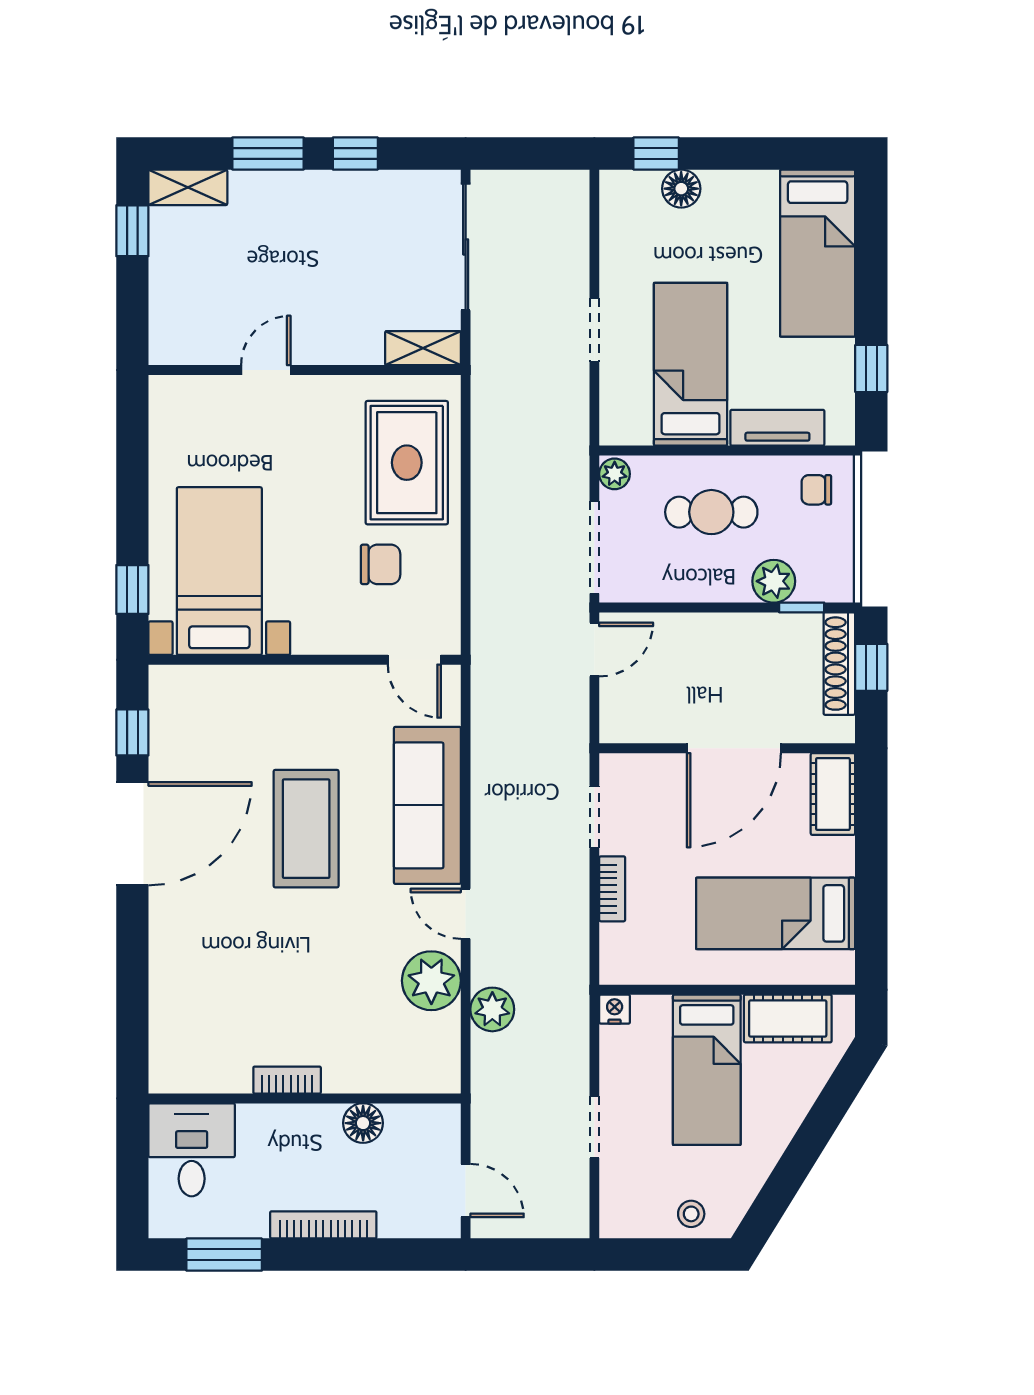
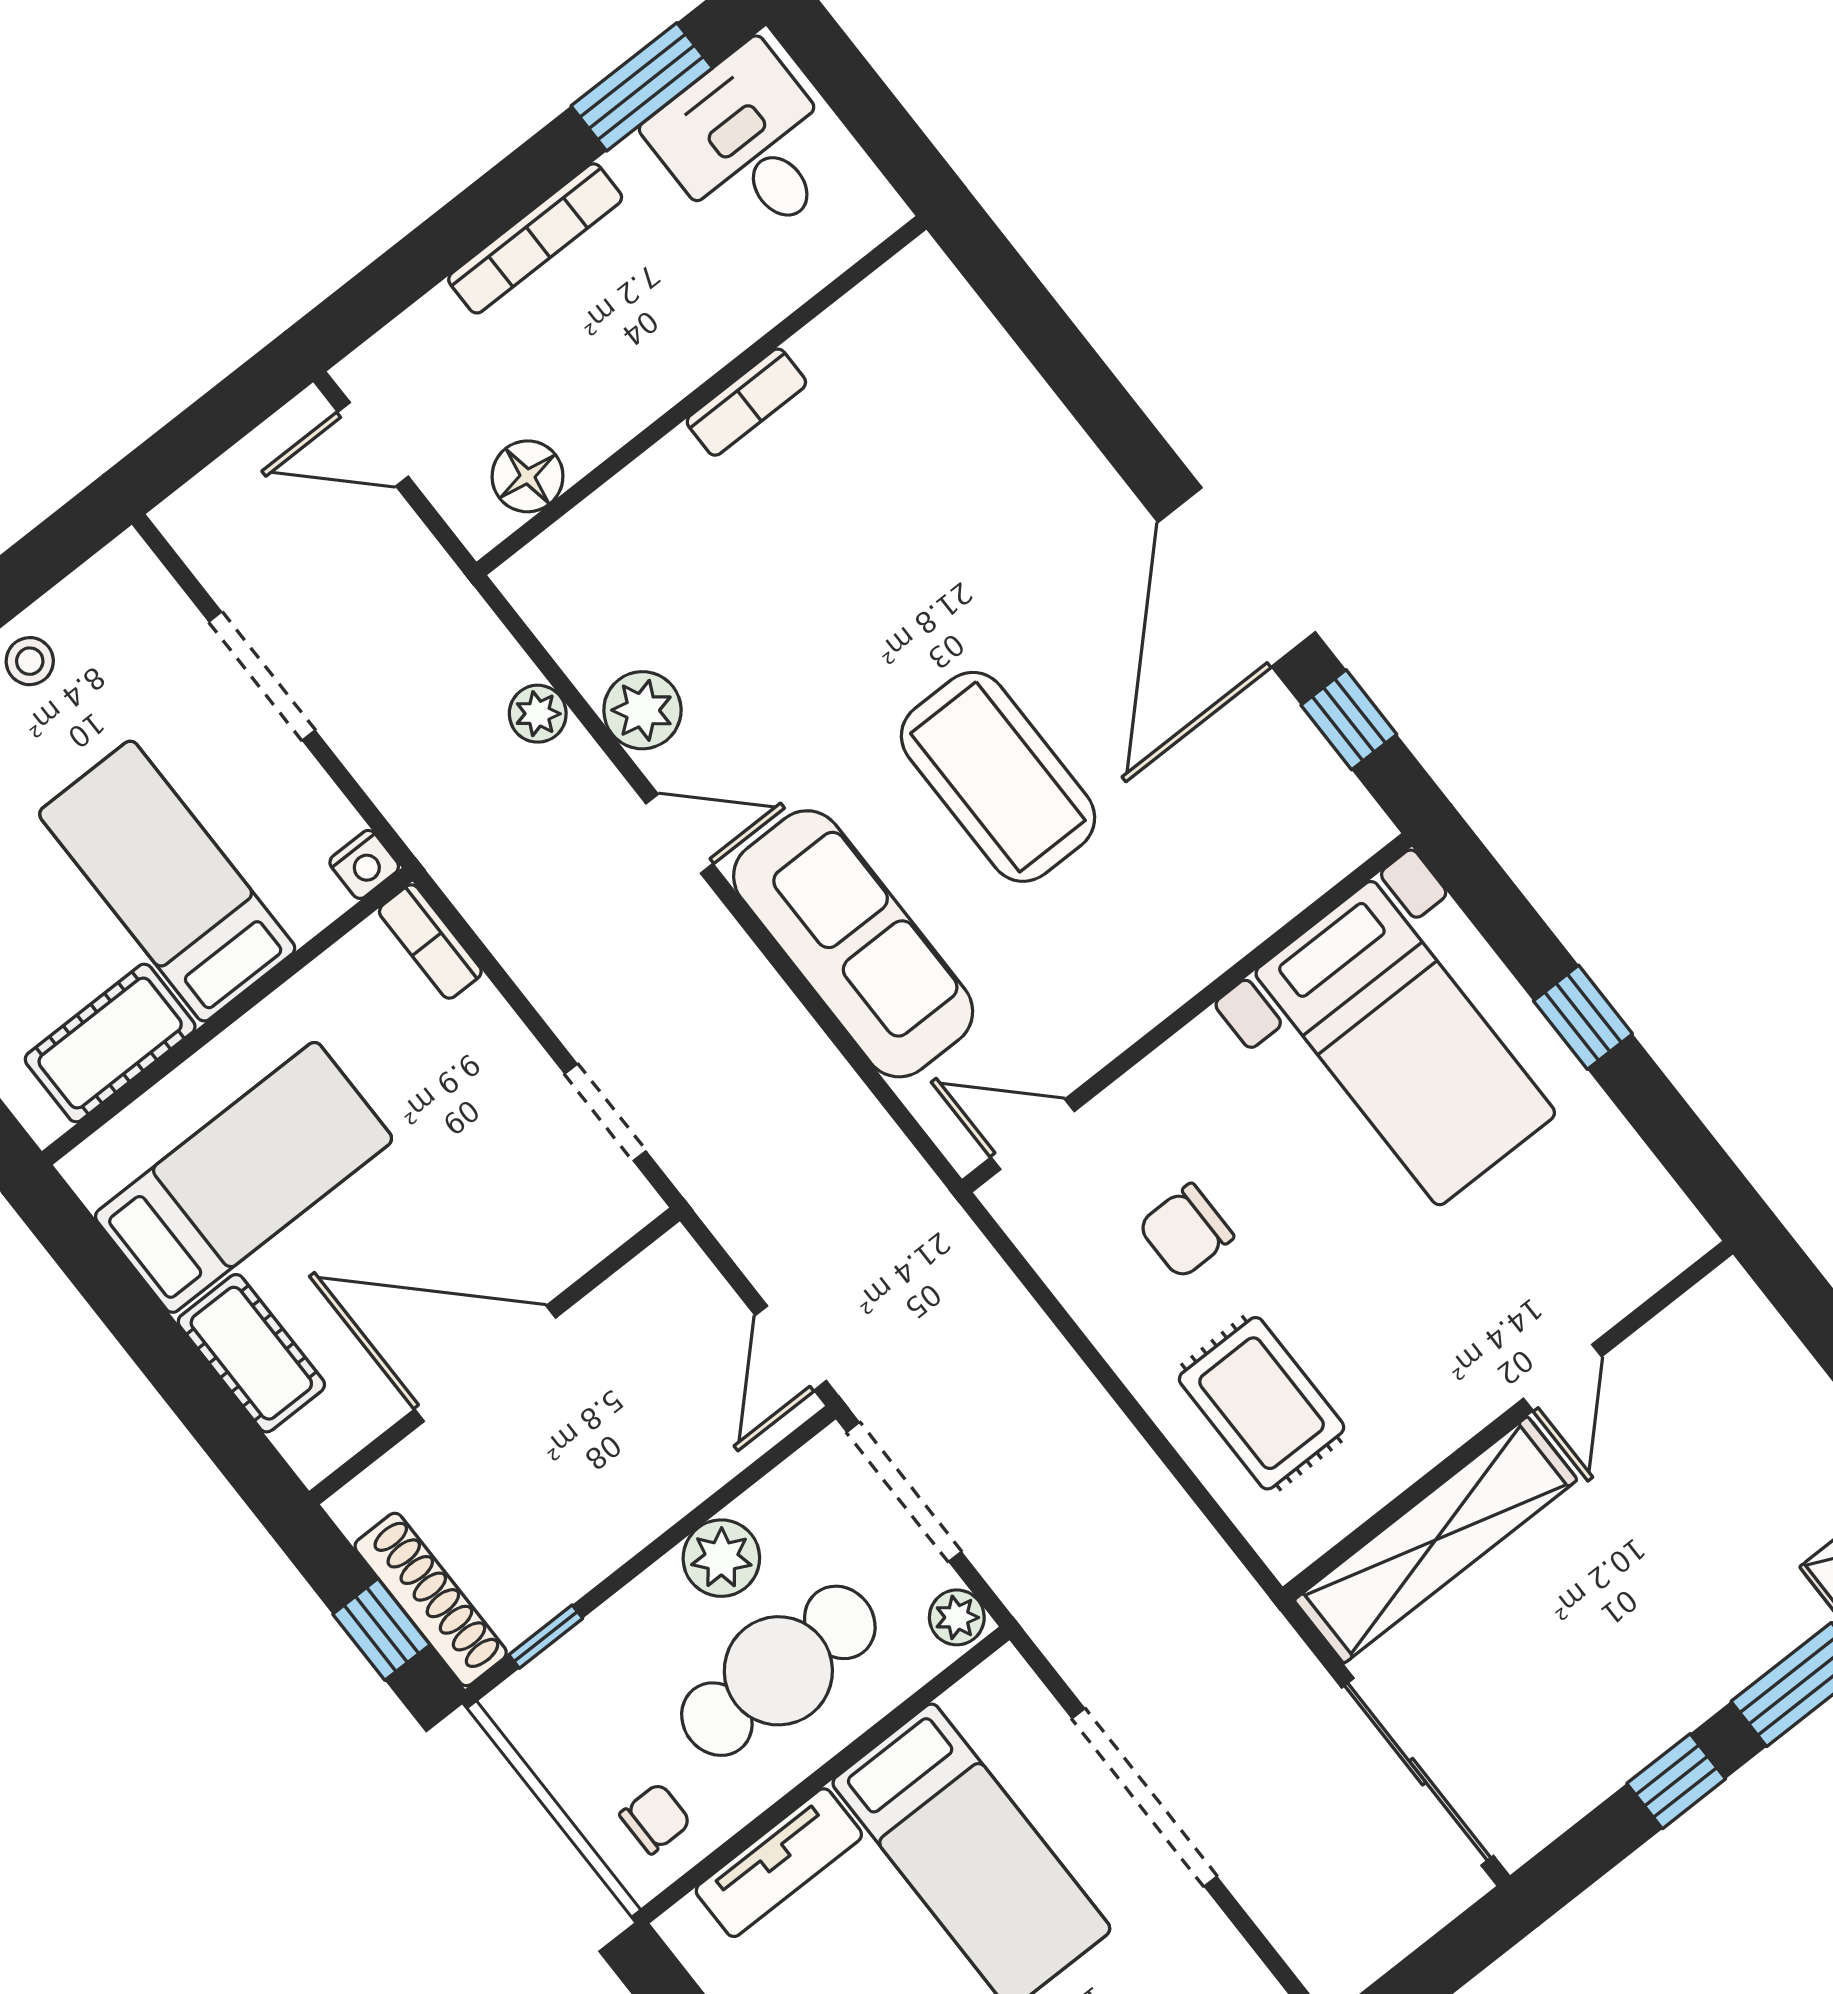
doorway: (594, 330) -> (1144, 1797), width x1.87
shelving: (423, 348) -> (1436, 1540), width x2.20, depth x1.33
rug: (407, 463) -> (1262, 1403), width x0.73, depth x0.70
cafe table: (711, 512) -> (778, 1671), width x1.37, depth x1.35
plant: (774, 581) -> (721, 1558), moved
window: (132, 590) -> (1583, 1017), moved
door: (734, 748) -> (485, 1363), hinge flipped
cot: (833, 794) -> (251, 1353), moved
bookcase: (612, 889) -> (430, 942), moved
plant: (431, 981) -> (642, 710), width x0.73, depth x0.73
plant: (492, 1009) -> (538, 714), width x0.73, depth x0.73
floor lamp: (363, 1123) -> (527, 476), moved
doorway: (594, 1127) -> (262, 676), width x1.38
desk: (192, 1150) -> (748, 146), moved, turned 180

